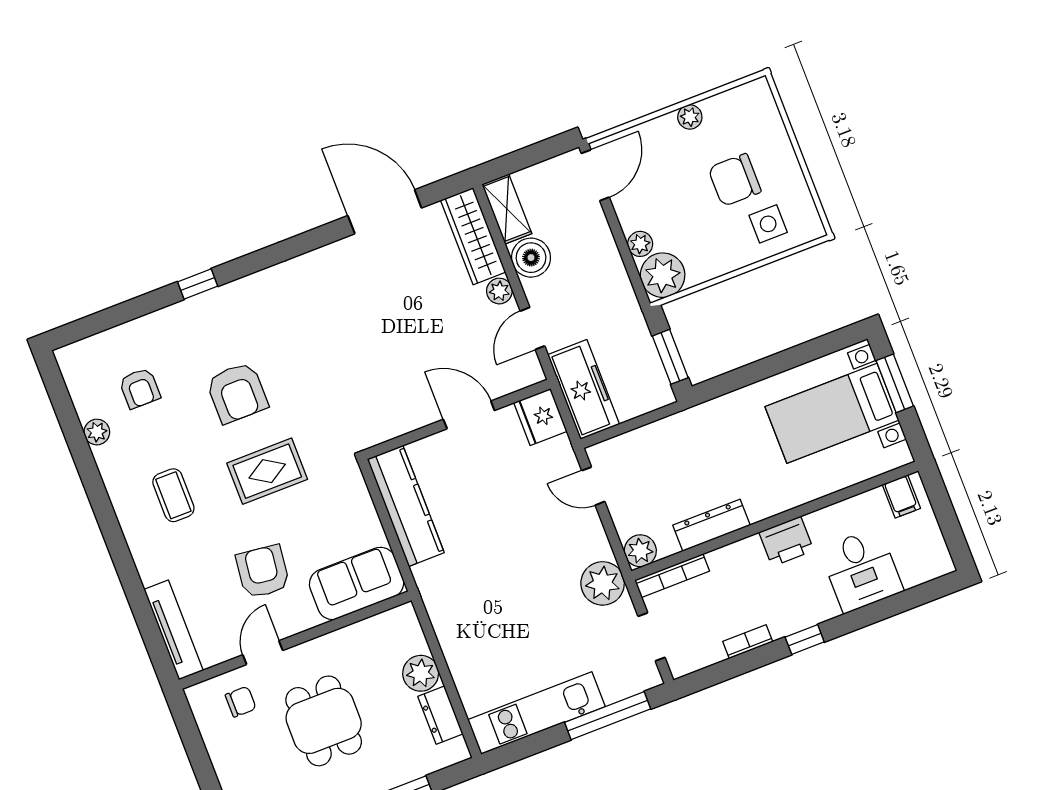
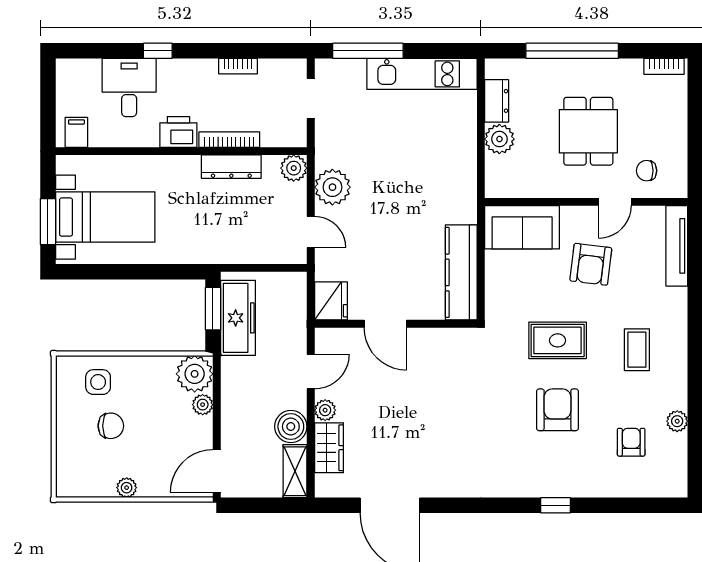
chair: (735, 180) -> (111, 426), width x0.73, depth x0.73
wardrobe: (473, 236) -> (329, 448), width x0.67
freezer: (584, 389) -> (238, 318), moved, turned 180
bookcase: (672, 576) -> (229, 140), moved
plant: (603, 583) -> (332, 187), moved
window: (805, 640) -> (158, 51), moved

